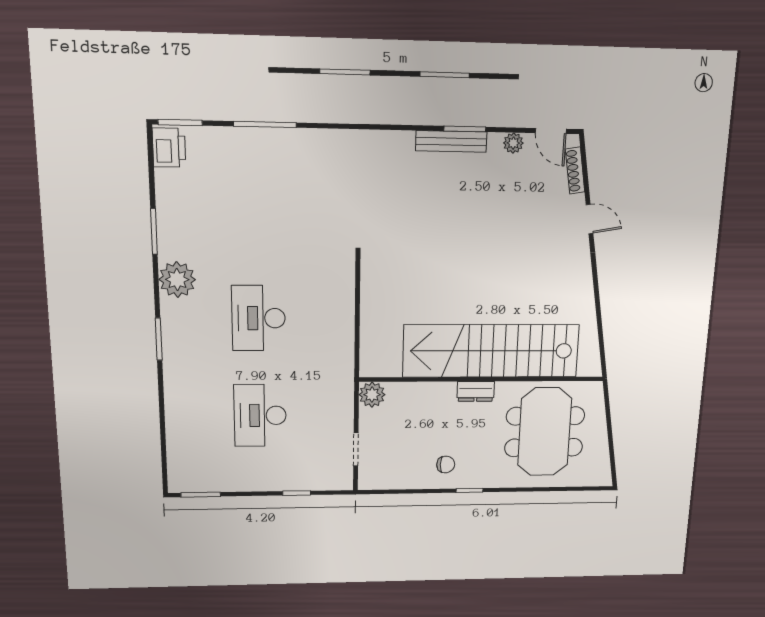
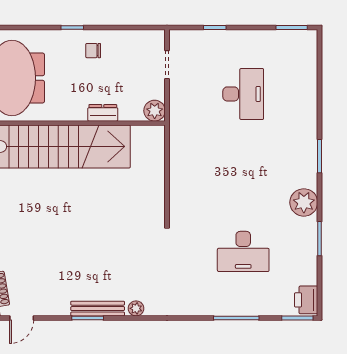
door: (551, 131) -> (22, 318), swing flipped
plant: (513, 143) -> (136, 308), moved
desk: (259, 318) -> (243, 251), moved, turned 90
dresser: (476, 391) -> (103, 113), moved

